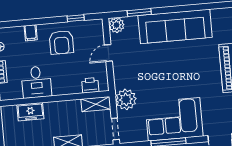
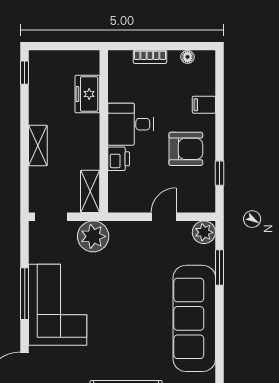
armchair: (61, 42) -> (186, 149), turned 180
door: (108, 53) -> (164, 217), hinge flipped
desk: (36, 82) -> (131, 124), moved
printer: (90, 85) -> (119, 159), moved

